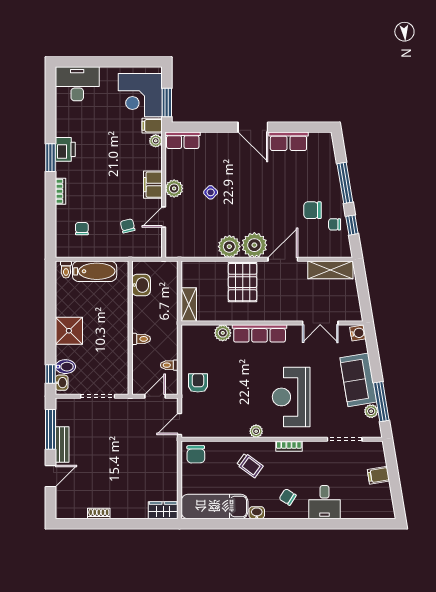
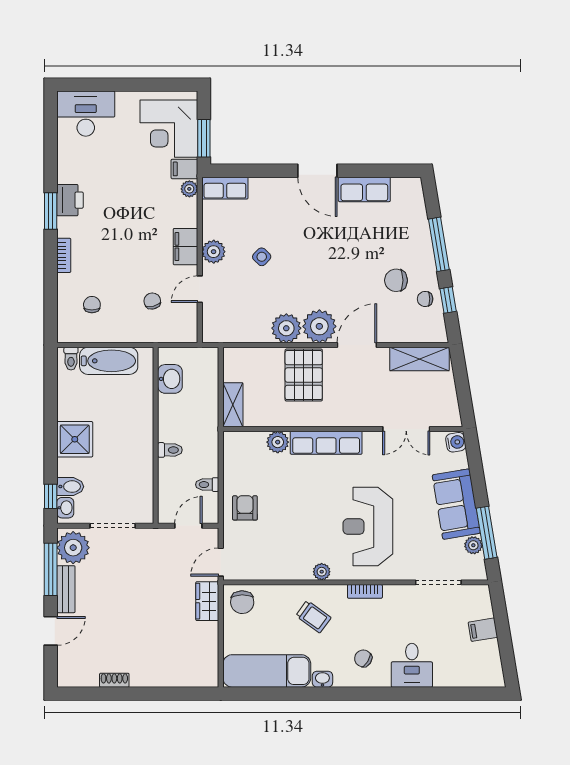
plant: (68, 413) -> (73, 548), added
wardrobe: (163, 510) -> (207, 601), moved, turned -90

